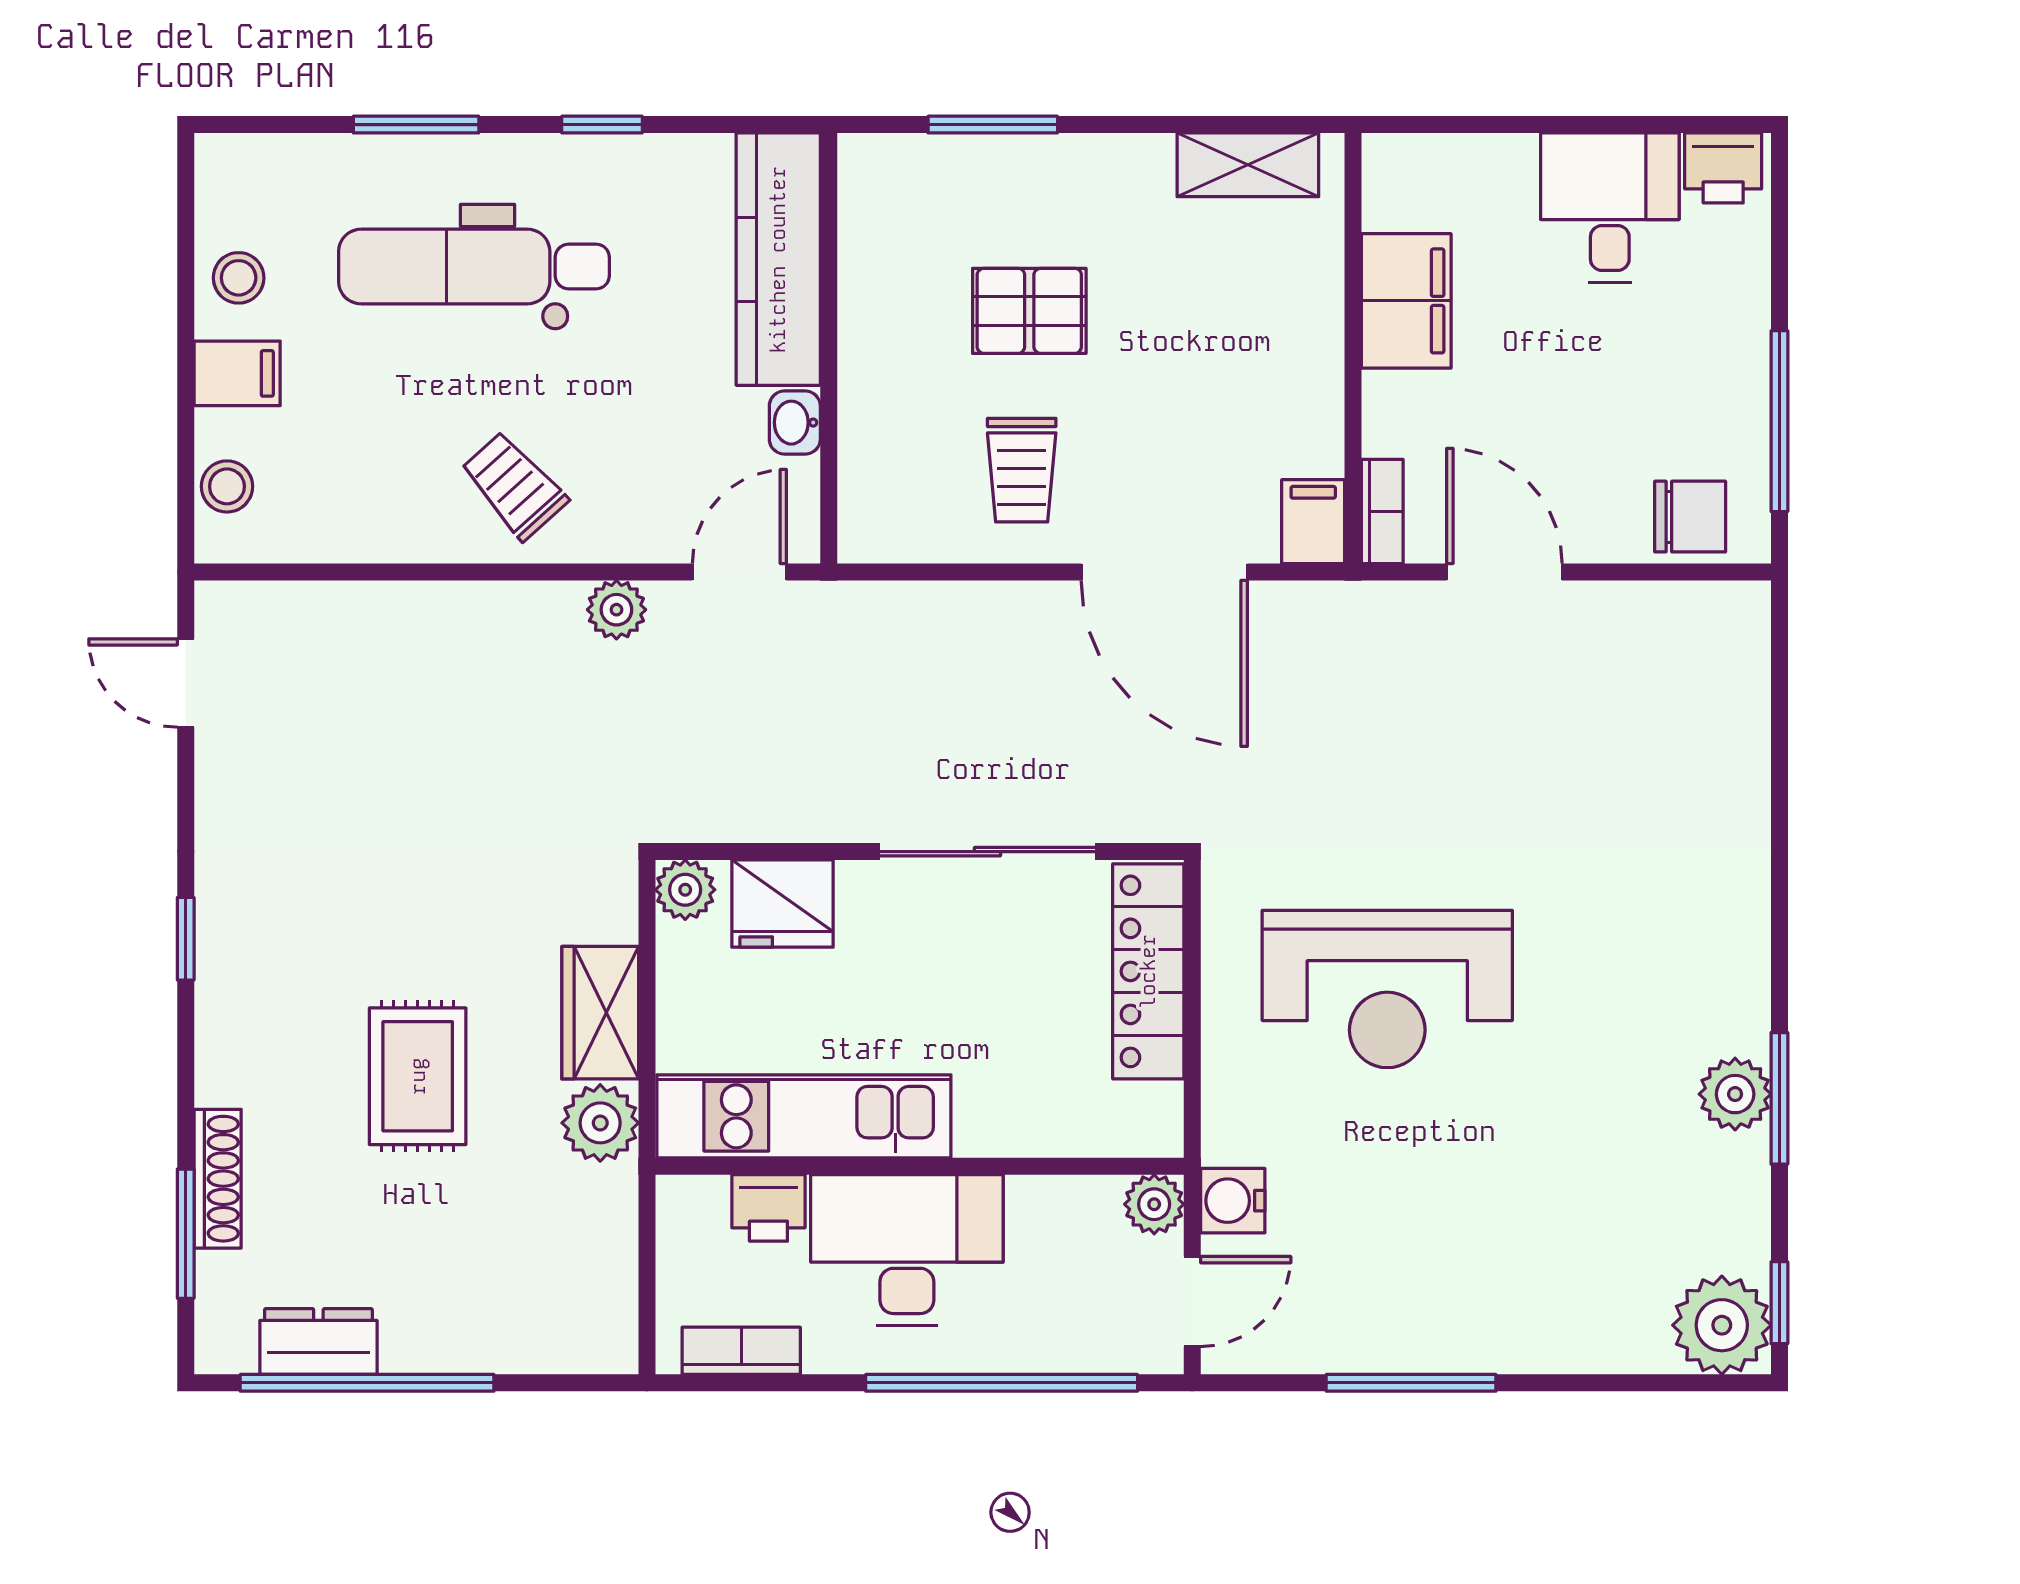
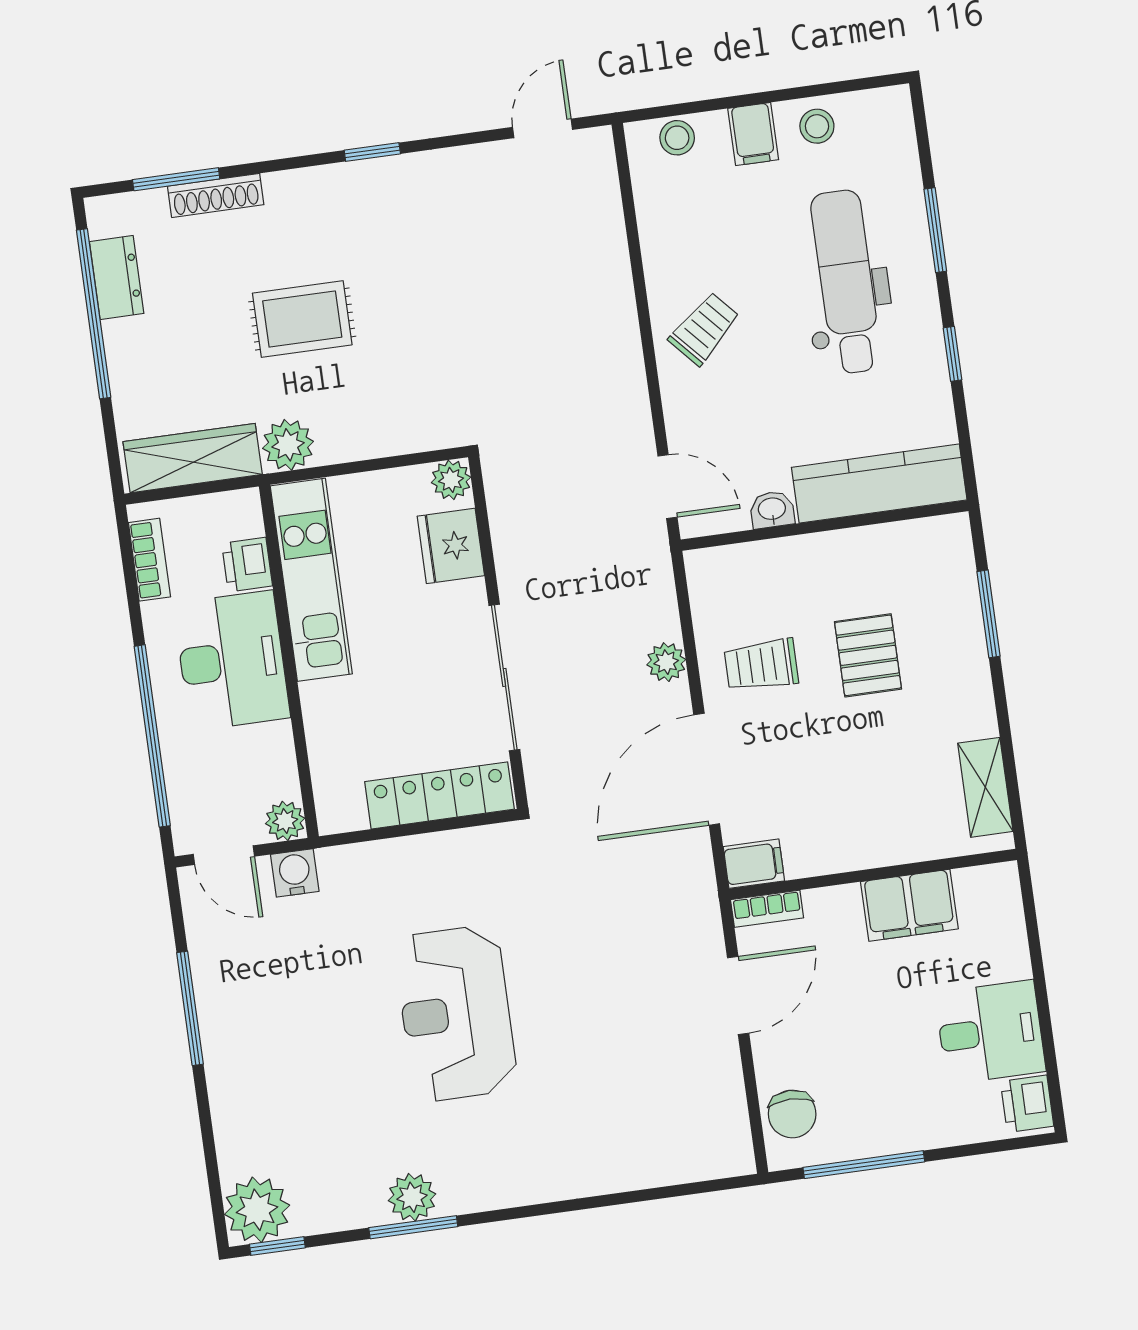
plant: (616, 610) -> (666, 662), moved
reception desk: (1387, 989) -> (456, 1013), moved
wardrobe: (600, 1013) -> (193, 458), moved, width x1.50

